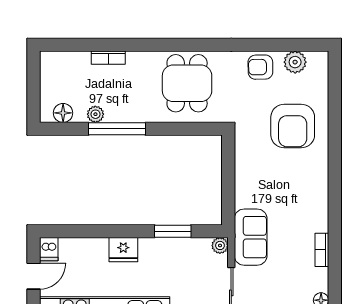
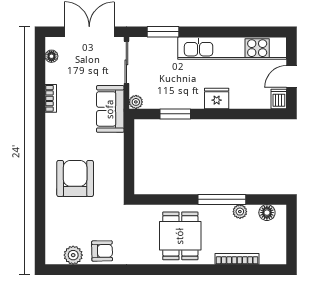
bookcase: (108, 58) -> (237, 259), width x1.56
dining table: (187, 83) -> (180, 236), moved
armchair: (293, 126) -> (75, 178), moved

